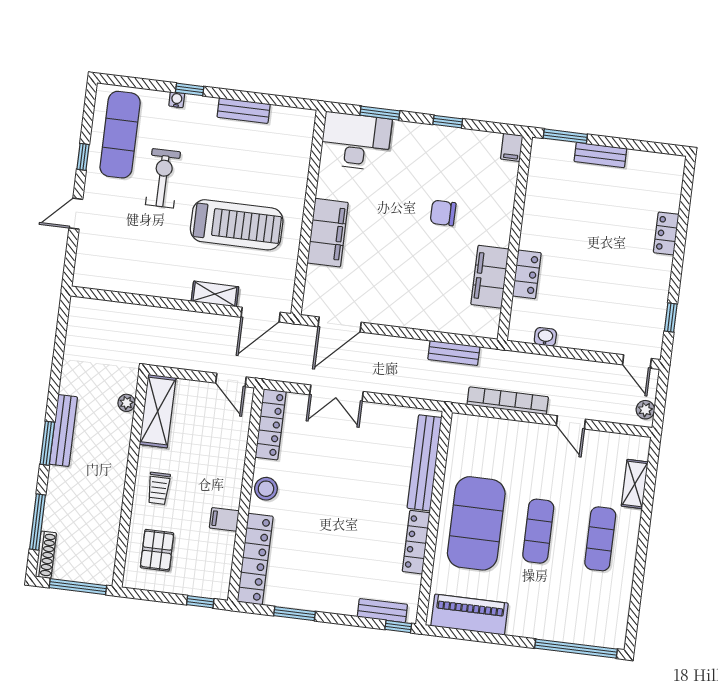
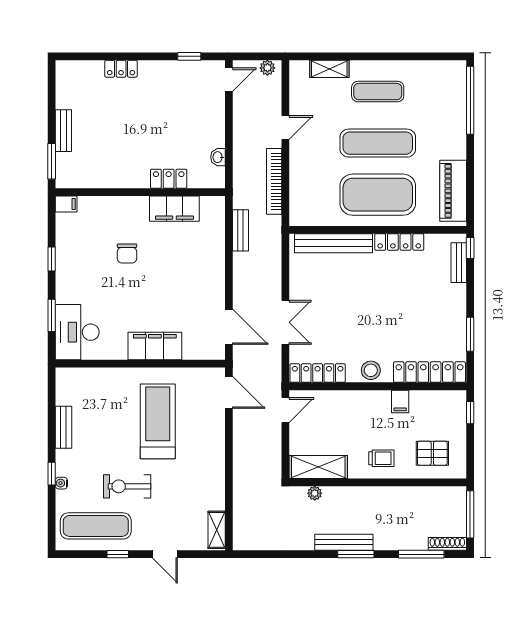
shelving: (215, 294) -> (217, 530), moved
exercise mat: (538, 531) -> (378, 143), width x1.36, depth x1.45

